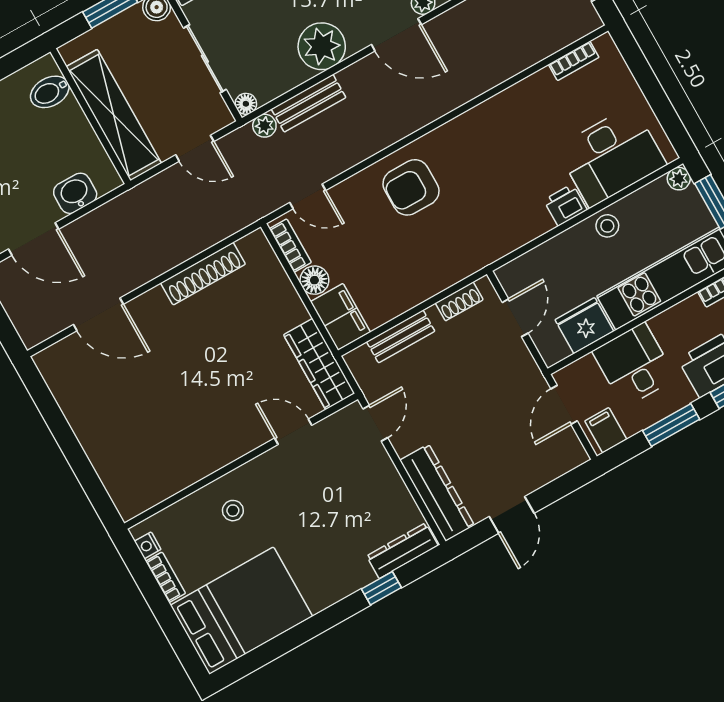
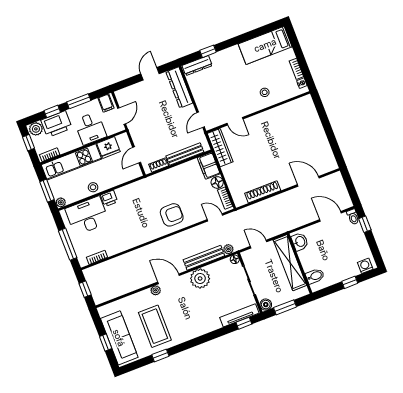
window: (648, 82) -> (68, 244), added
bench: (308, 103) -> (204, 258), width x1.36
washbasin: (75, 193) -> (300, 242), moved, turned -90
bench: (401, 336) -> (185, 154), width x1.36
bed: (241, 611) -> (265, 45), width x0.67

